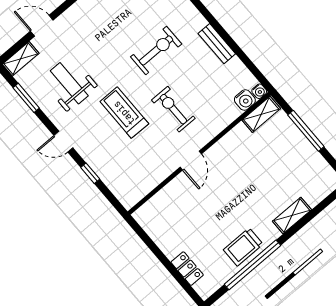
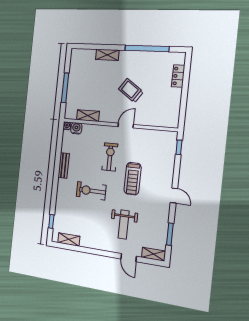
weight bench: (69, 83) -> (124, 225), moved
exercise bike: (173, 109) -> (110, 157), turned 180
shelving: (261, 114) -> (88, 116), moved
window: (90, 173) -> (179, 147), moved
trolley: (243, 247) -> (131, 90), moved, turned -145

